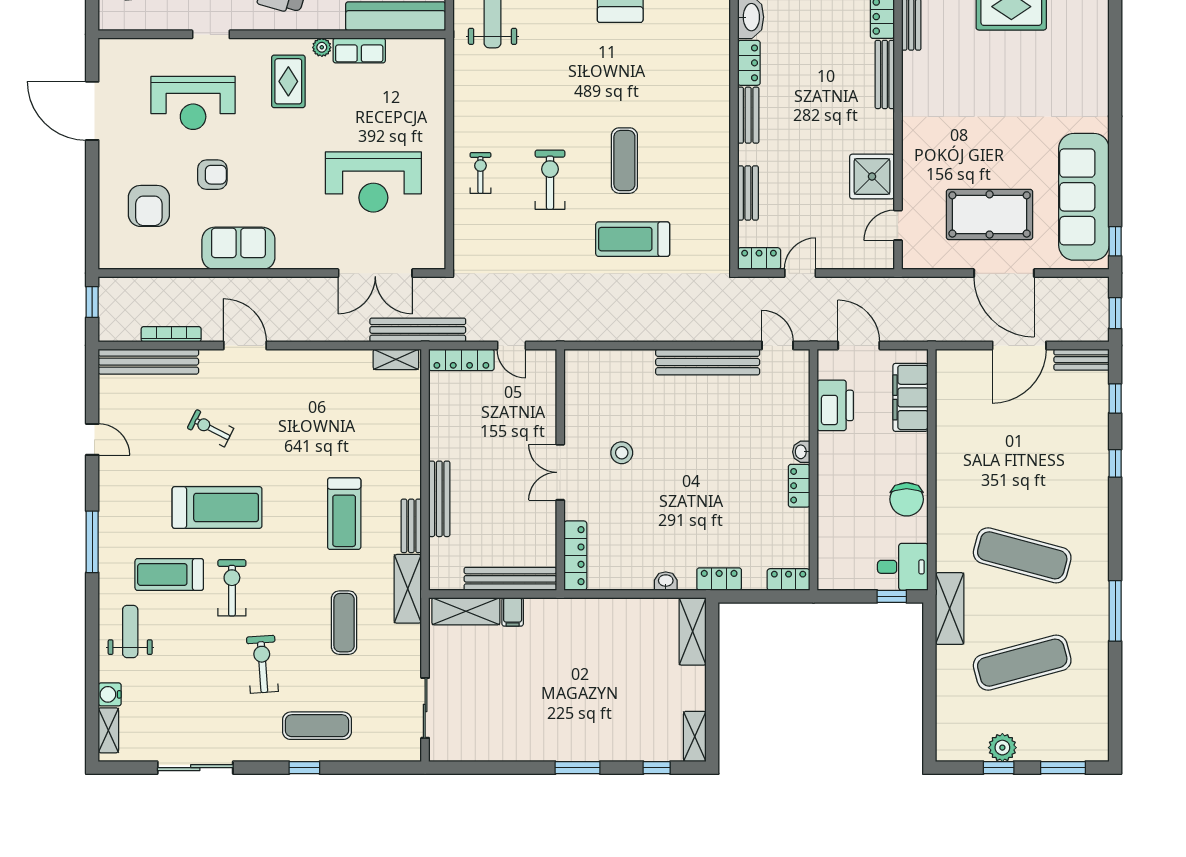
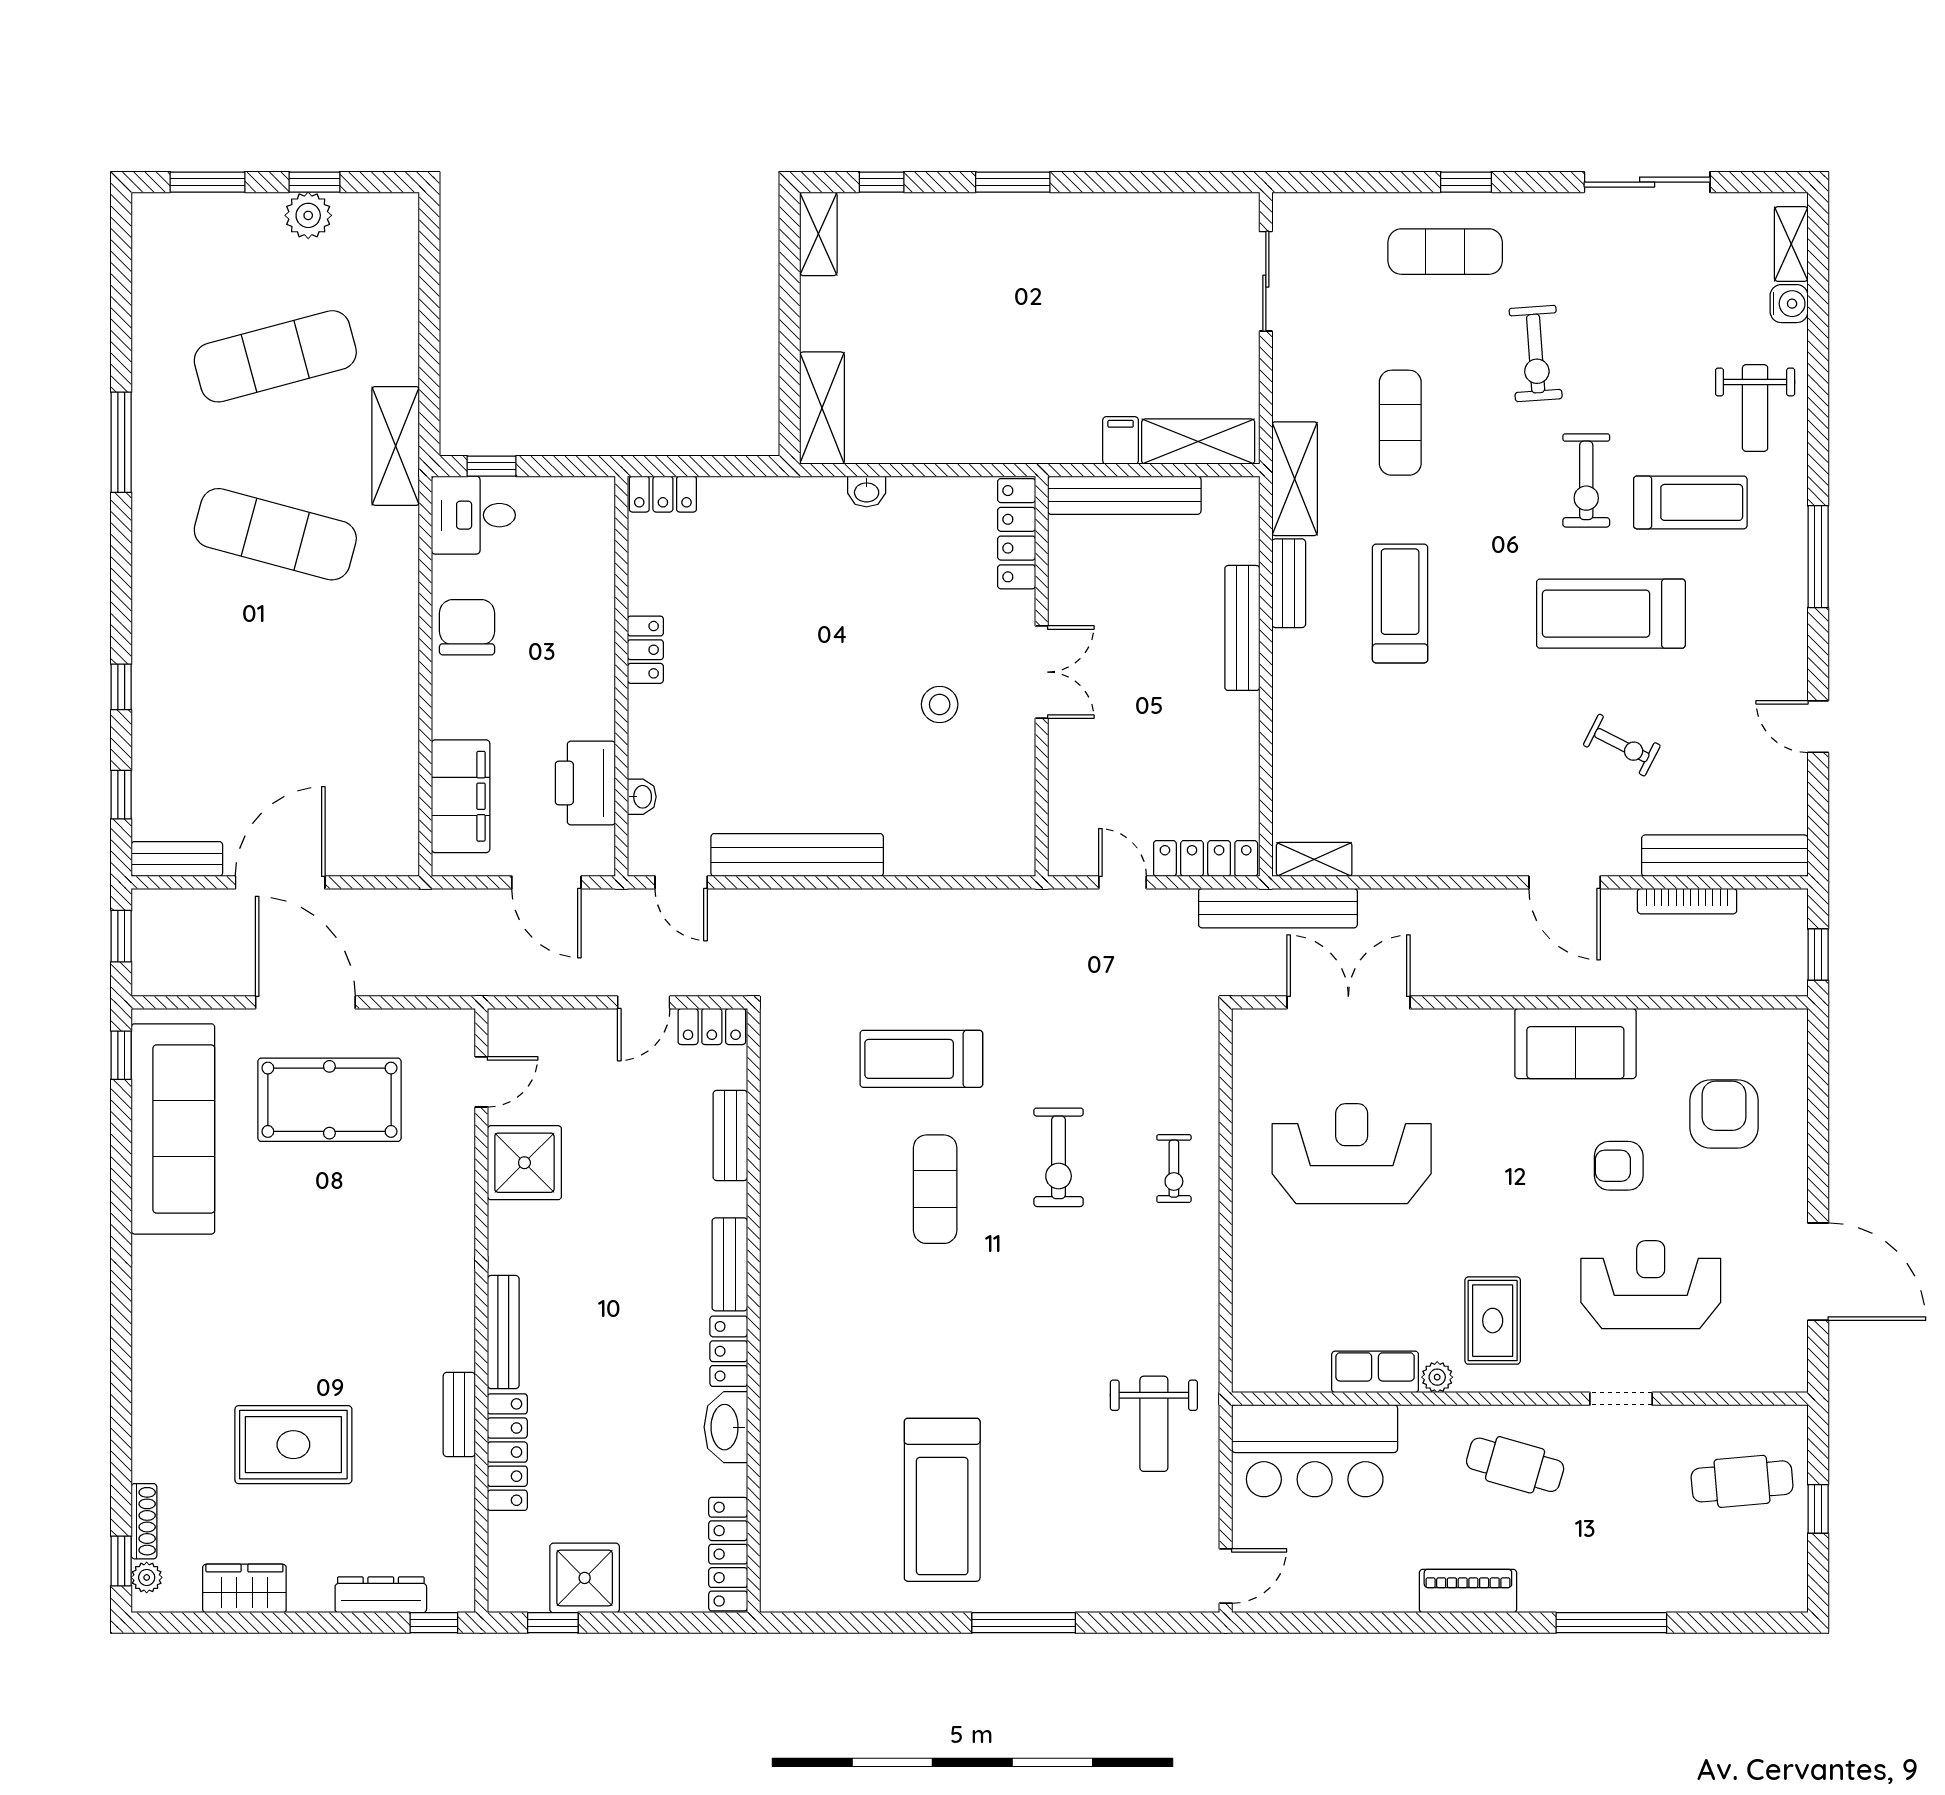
treadmill: (633, 239) -> (921, 1059), turned 180
washbasin: (801, 452) -> (642, 797), moved
locker: (719, 579) -> (778, 495), removed

